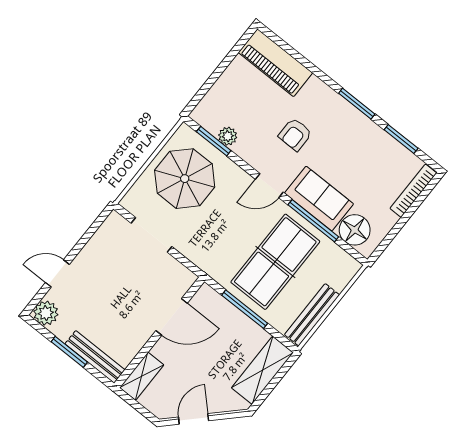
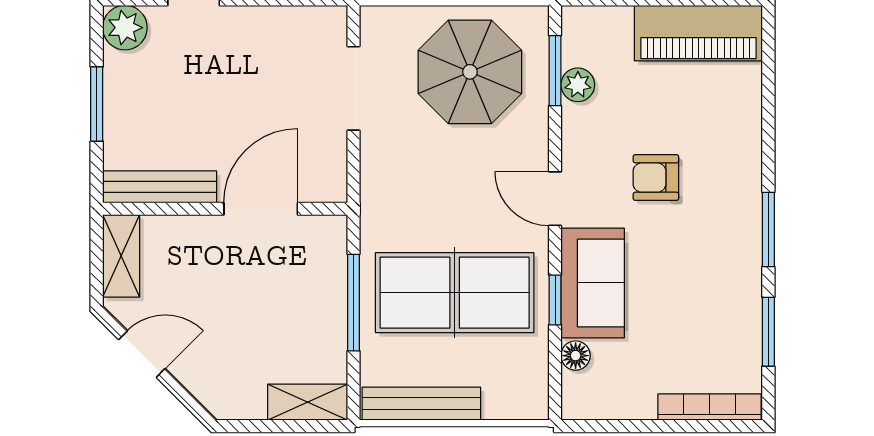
piano: (275, 63) -> (698, 33), moved, turned -90
window: (313, 221) -> (555, 300), width x0.46
floor lamp: (355, 230) -> (576, 356), width x0.53, depth x0.53
door: (172, 317) -> (261, 209), swing flipped
bench: (95, 357) -> (160, 187), moved, turned 90
shelving: (262, 370) -> (308, 402), width x0.67, depth x0.75
shelving: (142, 376) -> (121, 256), moved, turned 90

